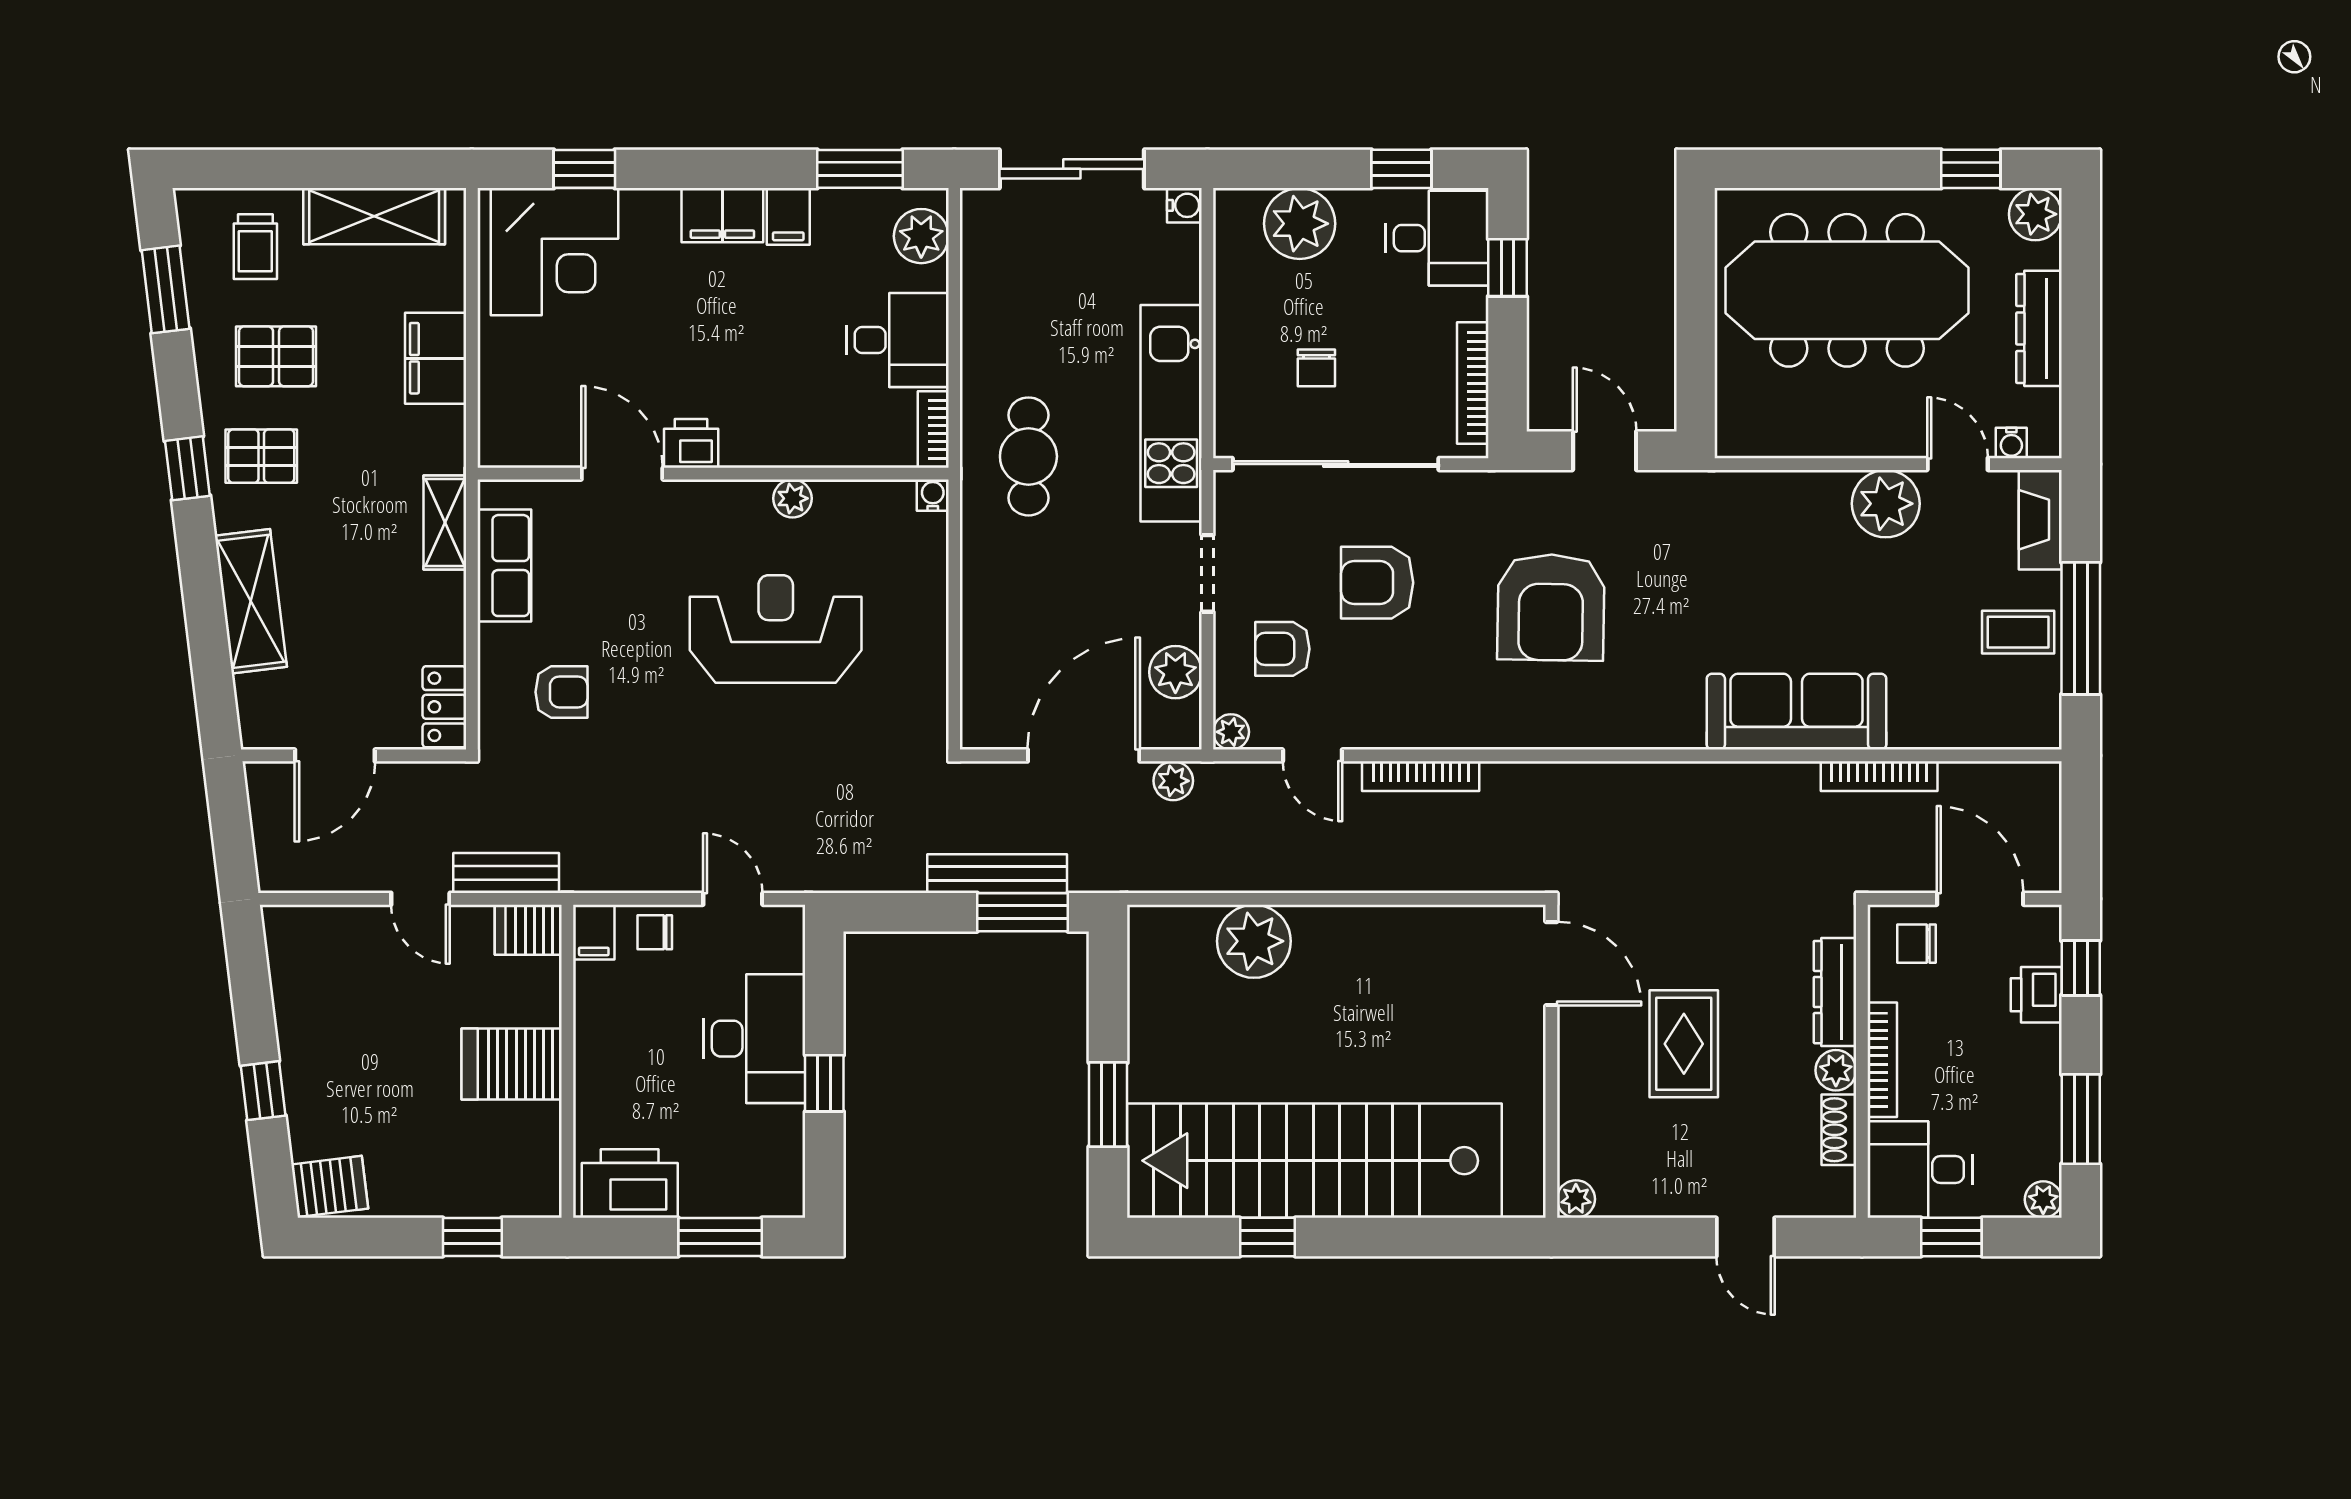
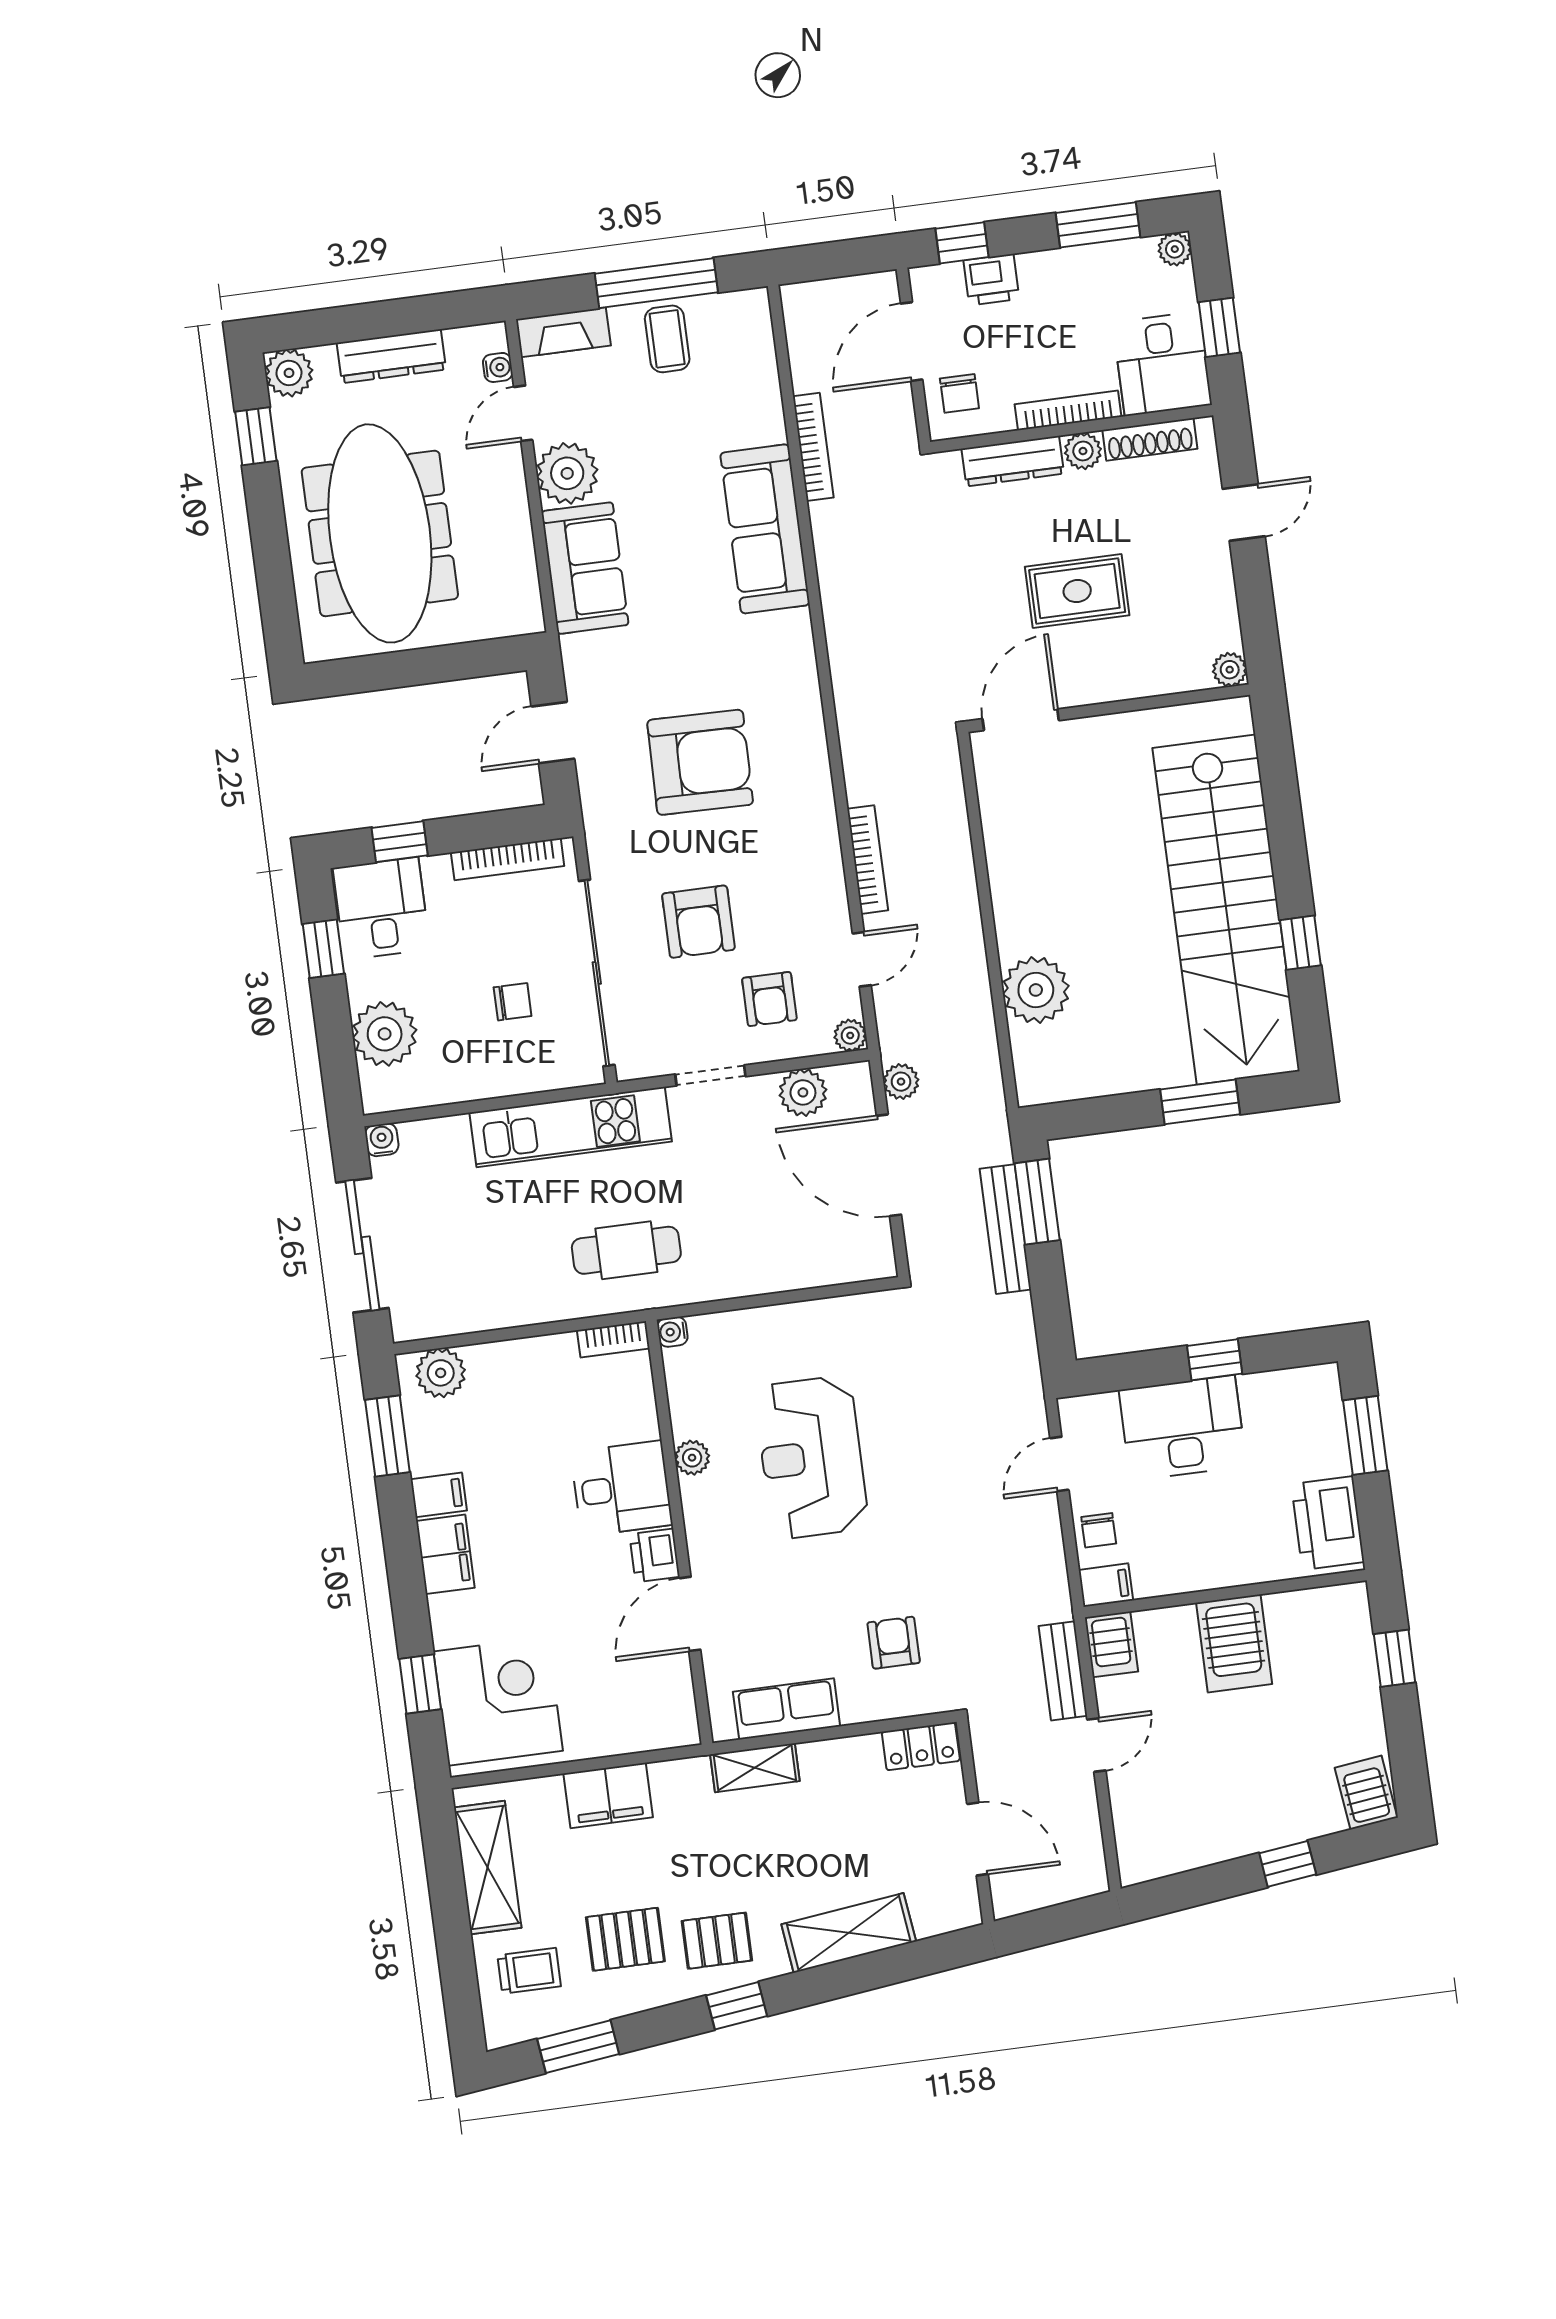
desk: (898, 340) -> (622, 1488), moved, turned 90
pallet: (276, 356) -> (625, 1939), turned 90
pallet: (261, 456) -> (717, 1941), turned 90
sofa: (1780, 509) -> (585, 568), added
shoe rack: (1839, 1130) -> (1150, 439), width x1.43

